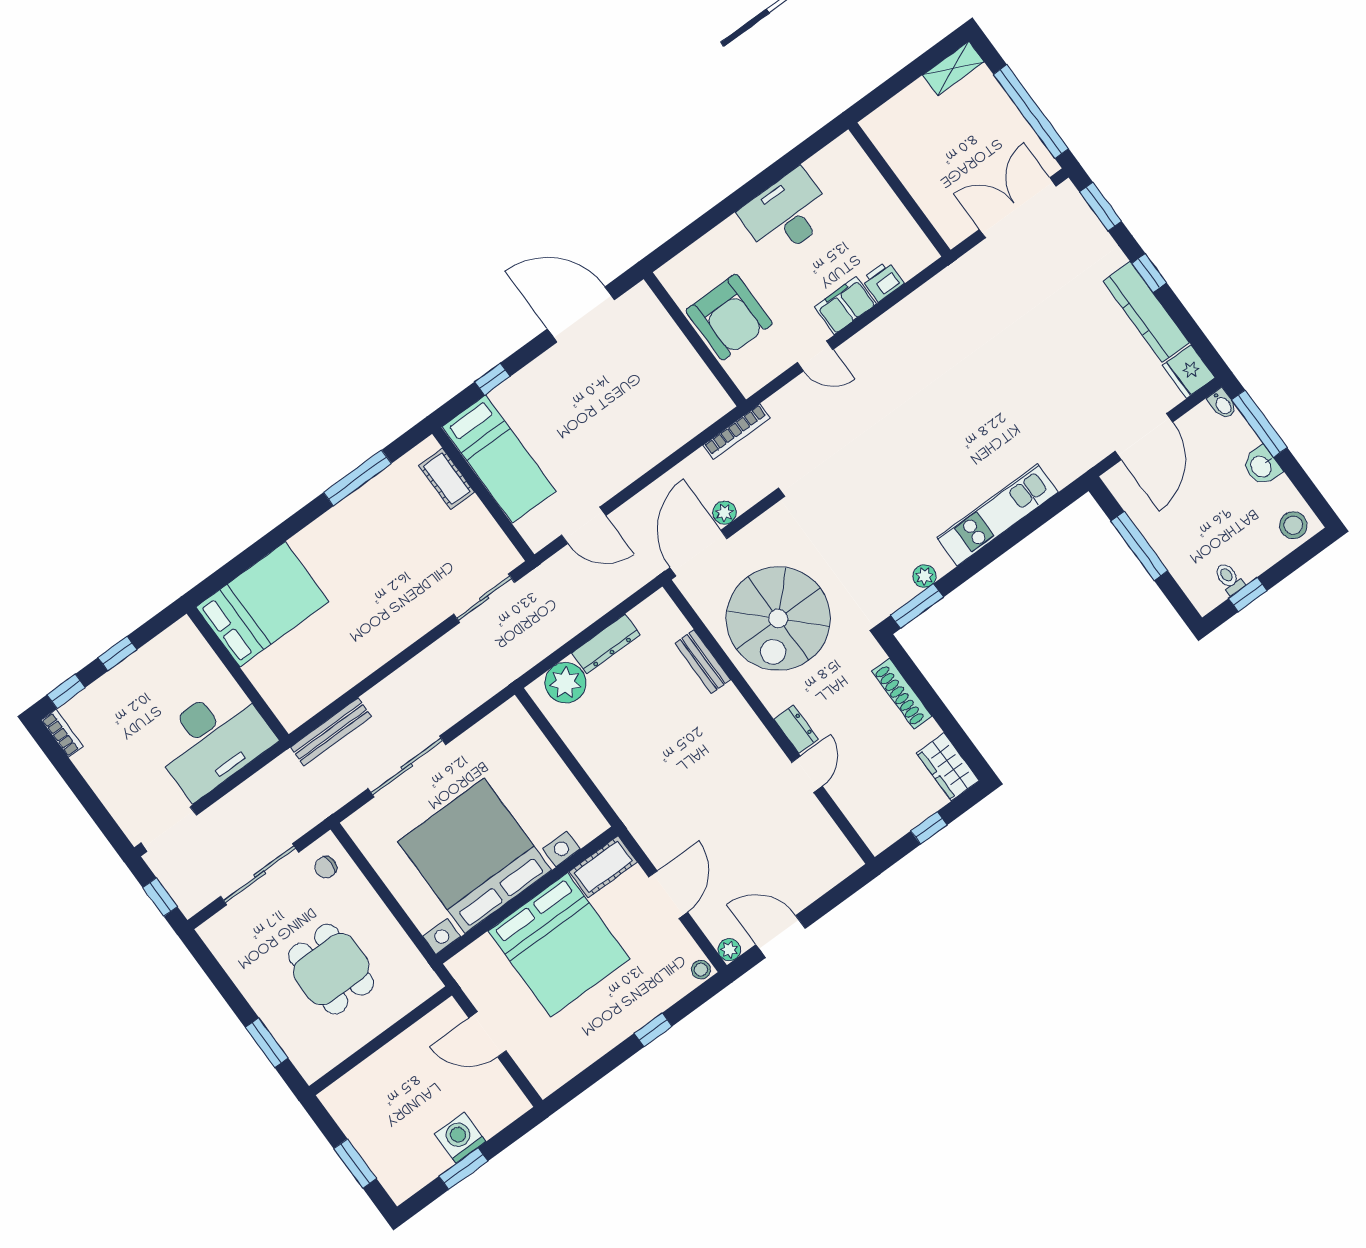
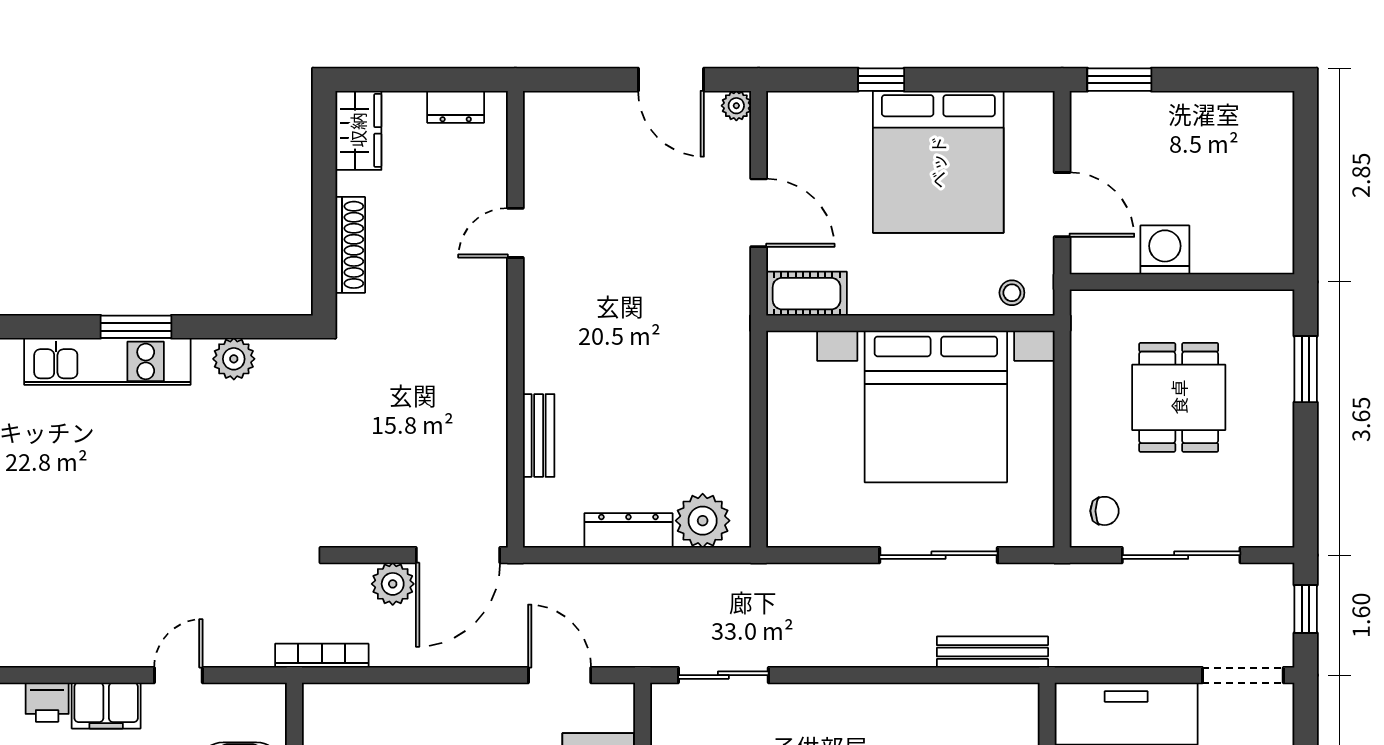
door: (815, 356) -> (178, 675), hinge flipped
plant: (724, 513) -> (393, 584), width x1.38, depth x1.38
plant: (924, 576) -> (234, 359), width x1.38, depth x1.38
window: (917, 606) -> (136, 327), moved
spiral stairs: (778, 618) -> (424, 422), removed
dresser: (796, 729) -> (456, 107), moved, turned -90
window: (929, 828) -> (427, 80), removed
door: (668, 895) -> (759, 213), swing flipped
bed: (559, 945) -> (938, 162), moved, turned 180
stool: (701, 970) -> (1012, 293), moved
washing machine: (460, 1138) -> (1165, 250), moved, turned 180
window: (355, 1163) -> (1306, 170), removed
window: (463, 1169) -> (1119, 80), moved

